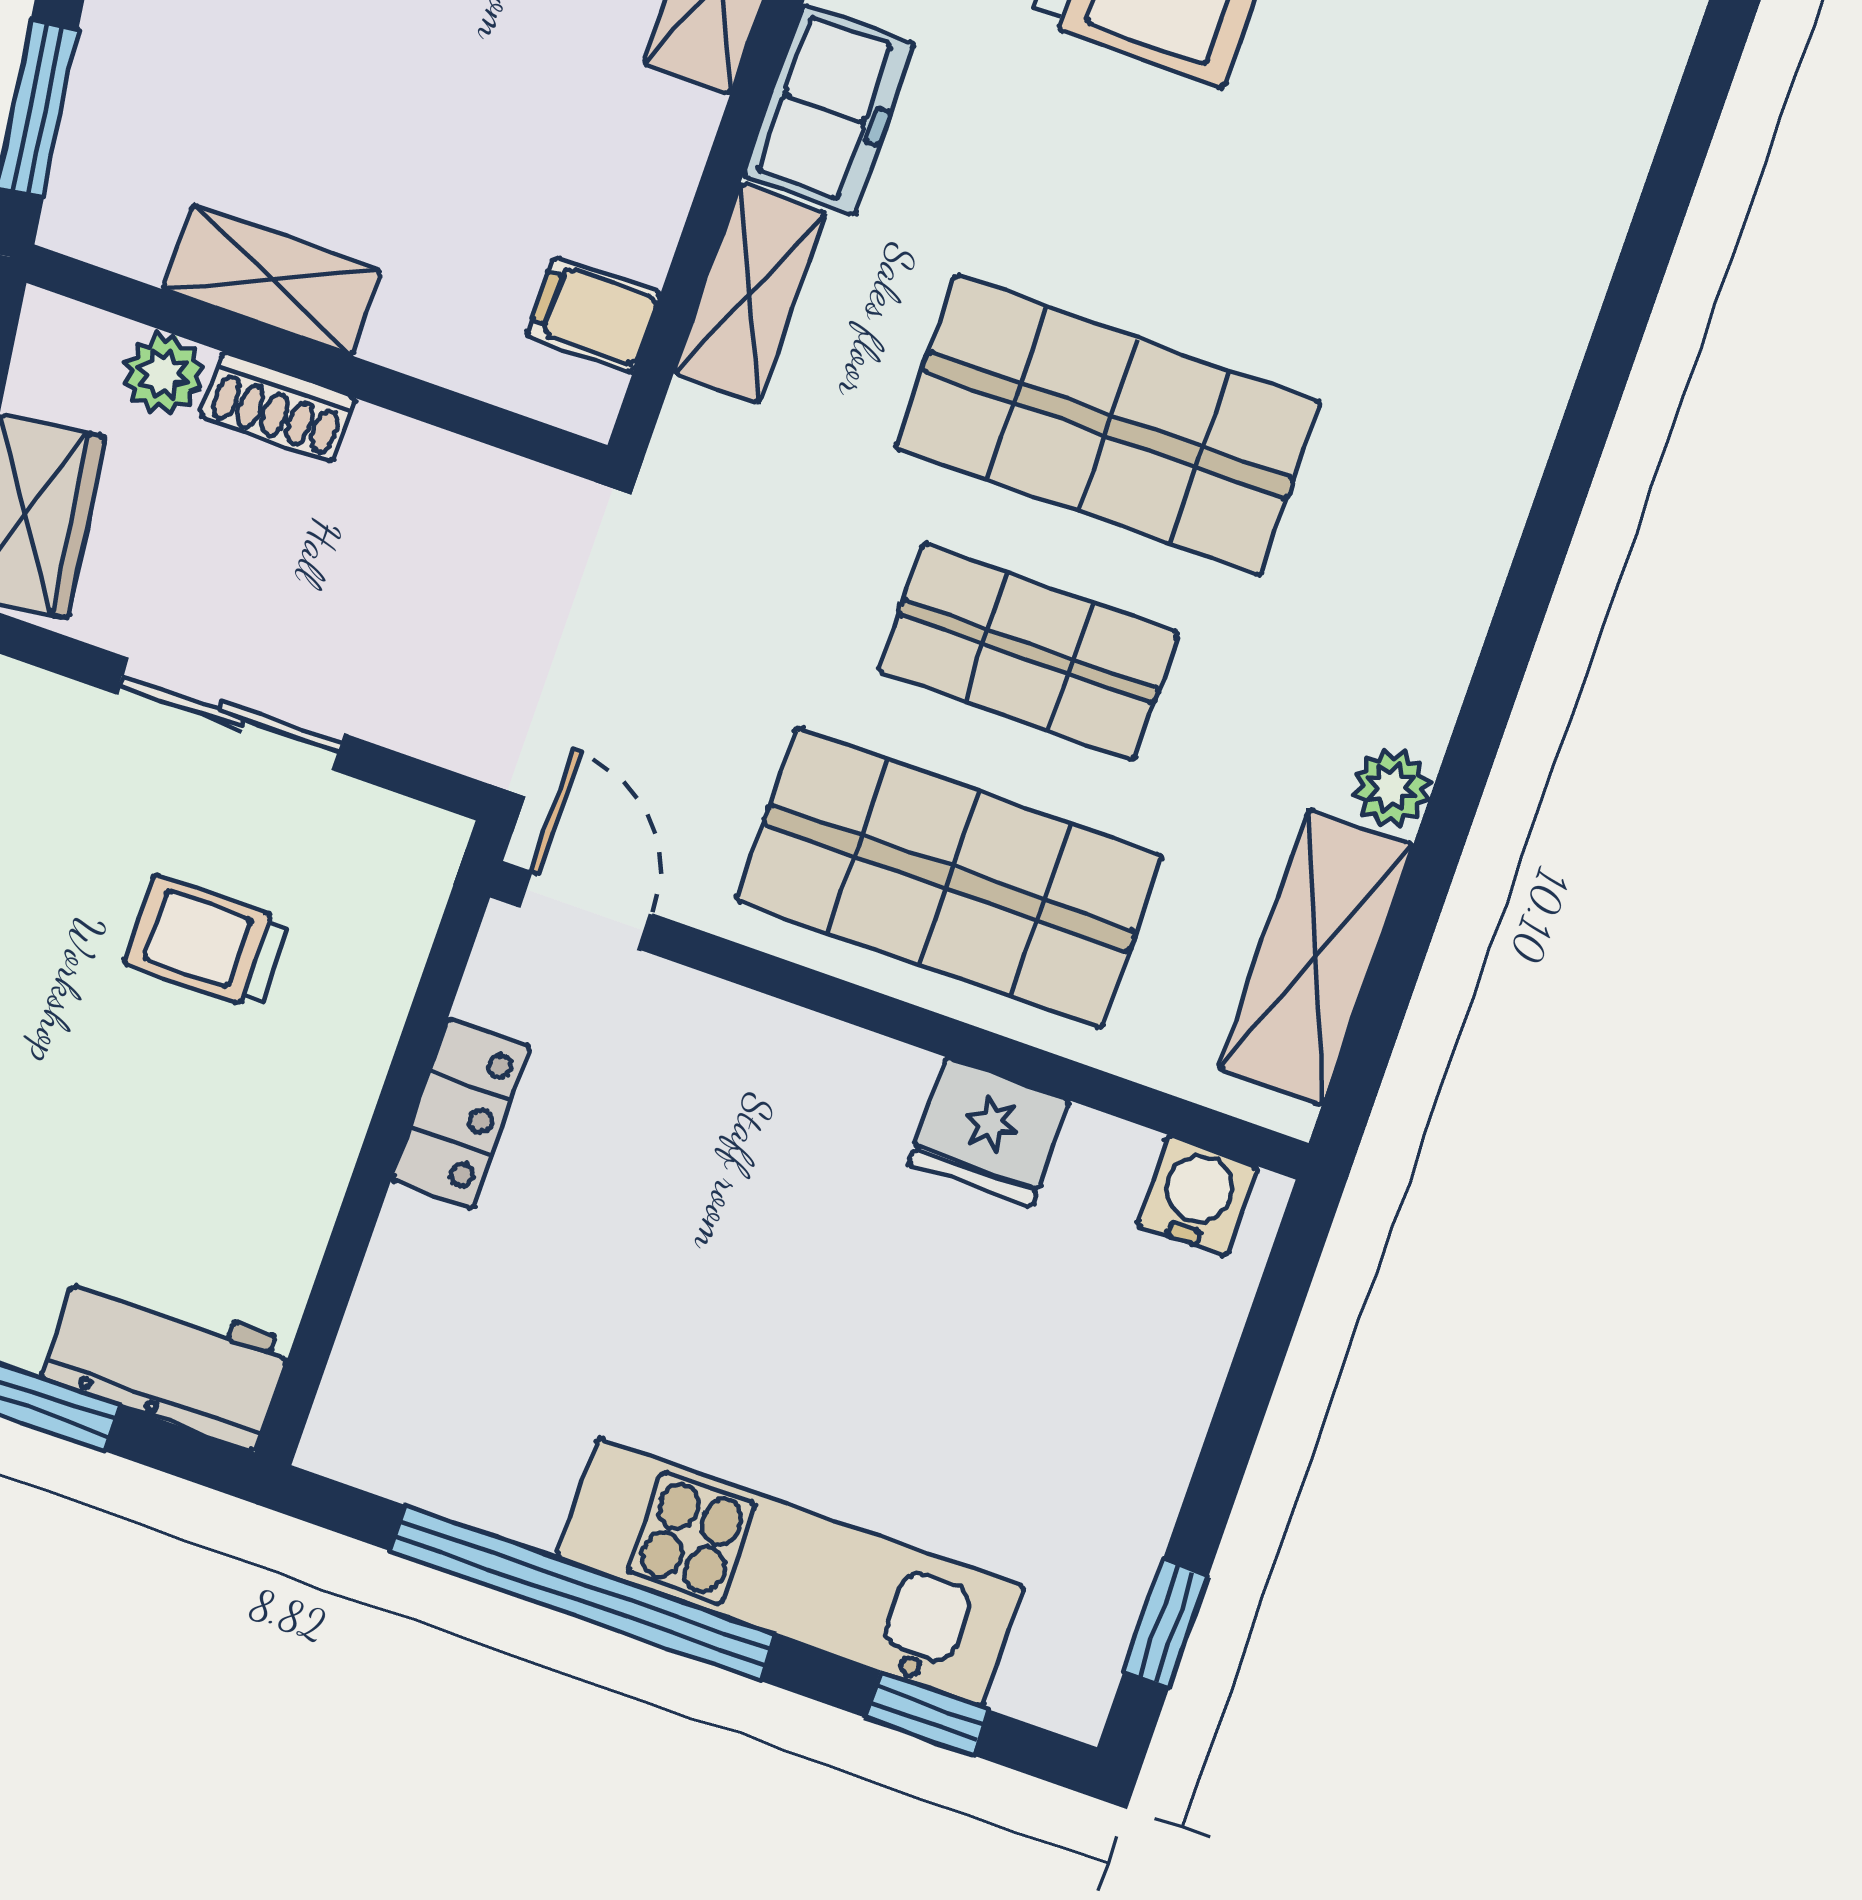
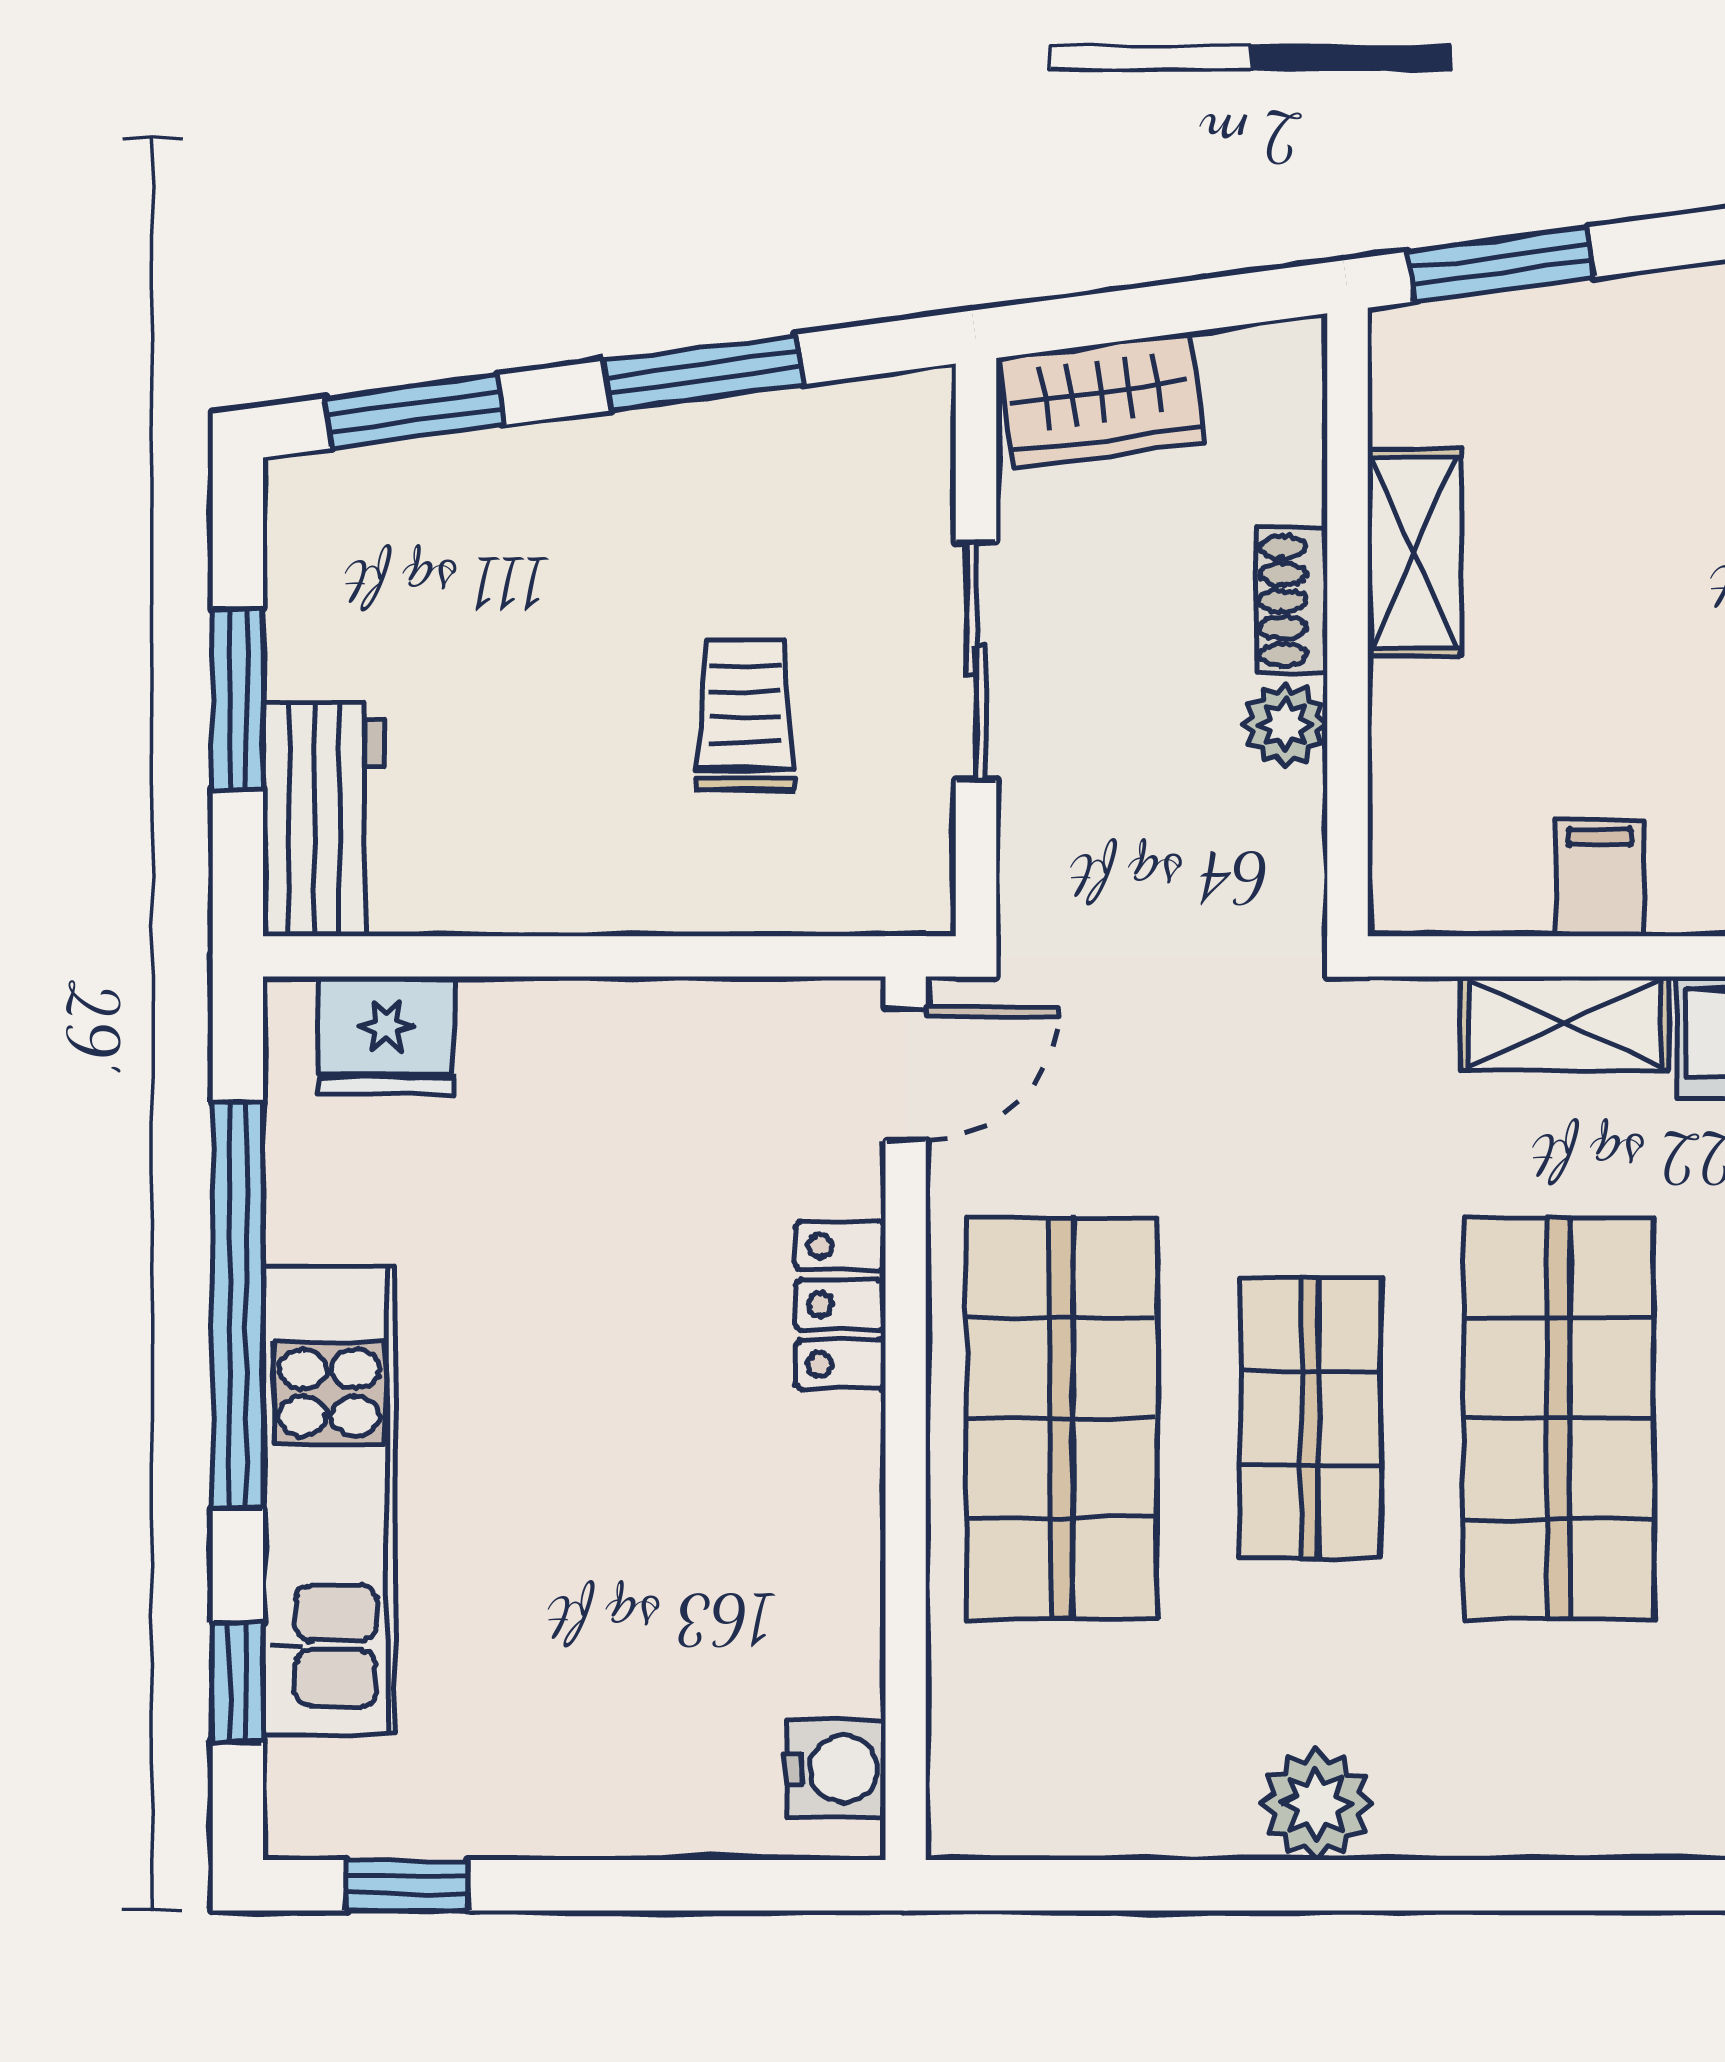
filing cabinet: (593, 314) -> (1600, 878), moved
plant: (163, 374) -> (1285, 724), moved
plant: (1391, 788) -> (1316, 1804), width x1.38, depth x1.38
shelving: (1315, 957) -> (1110, 1803), removed
locker: (460, 1114) -> (841, 1305), moved, turned 90
fridge: (989, 1132) -> (387, 1035), moved, turned -90

